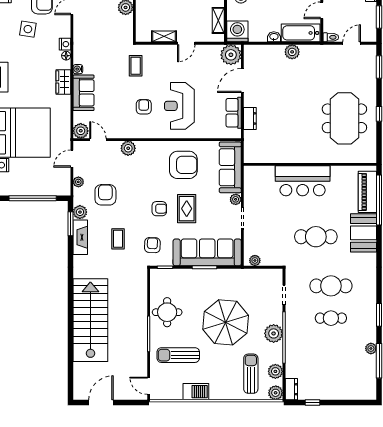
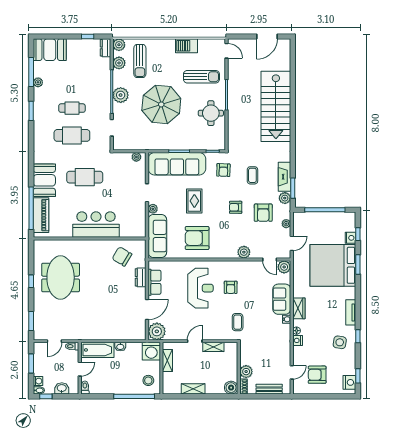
side table: (28, 29) -> (340, 342), moved
plant: (292, 52) -> (105, 334), removed
chair: (272, 143) -> (122, 256), added
armchair: (159, 209) -> (236, 207), moved
booth: (357, 387) -> (50, 50), added

